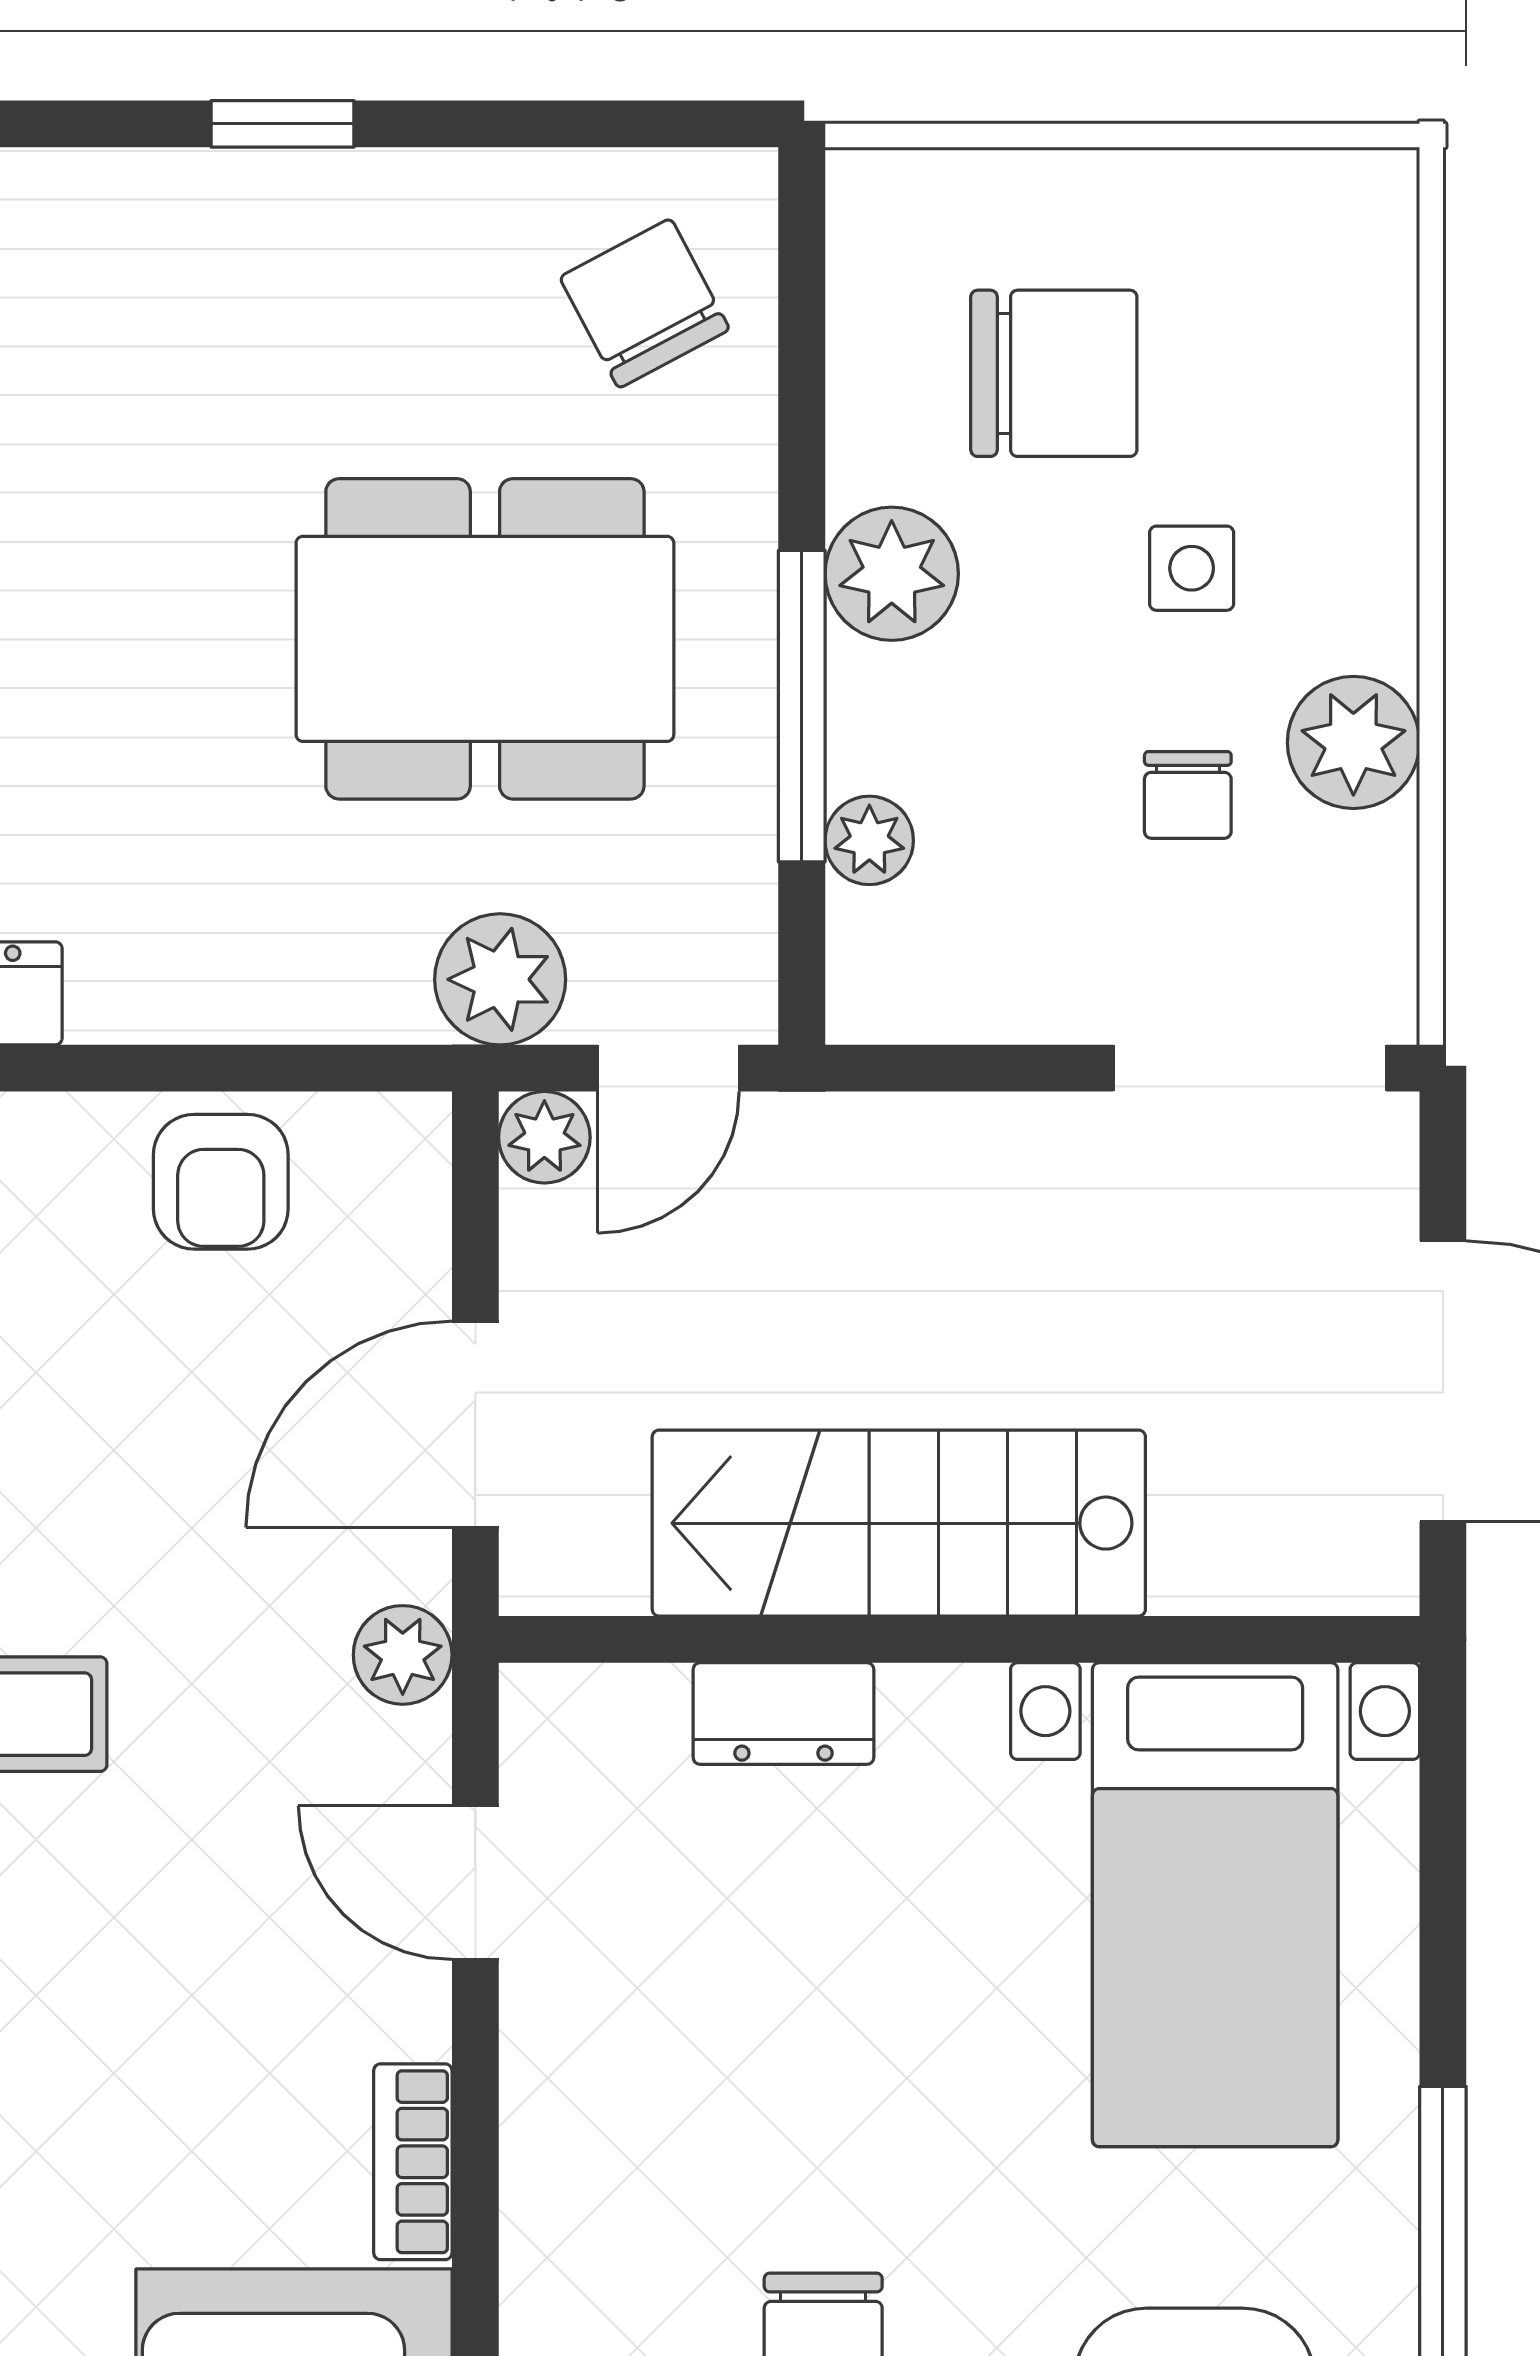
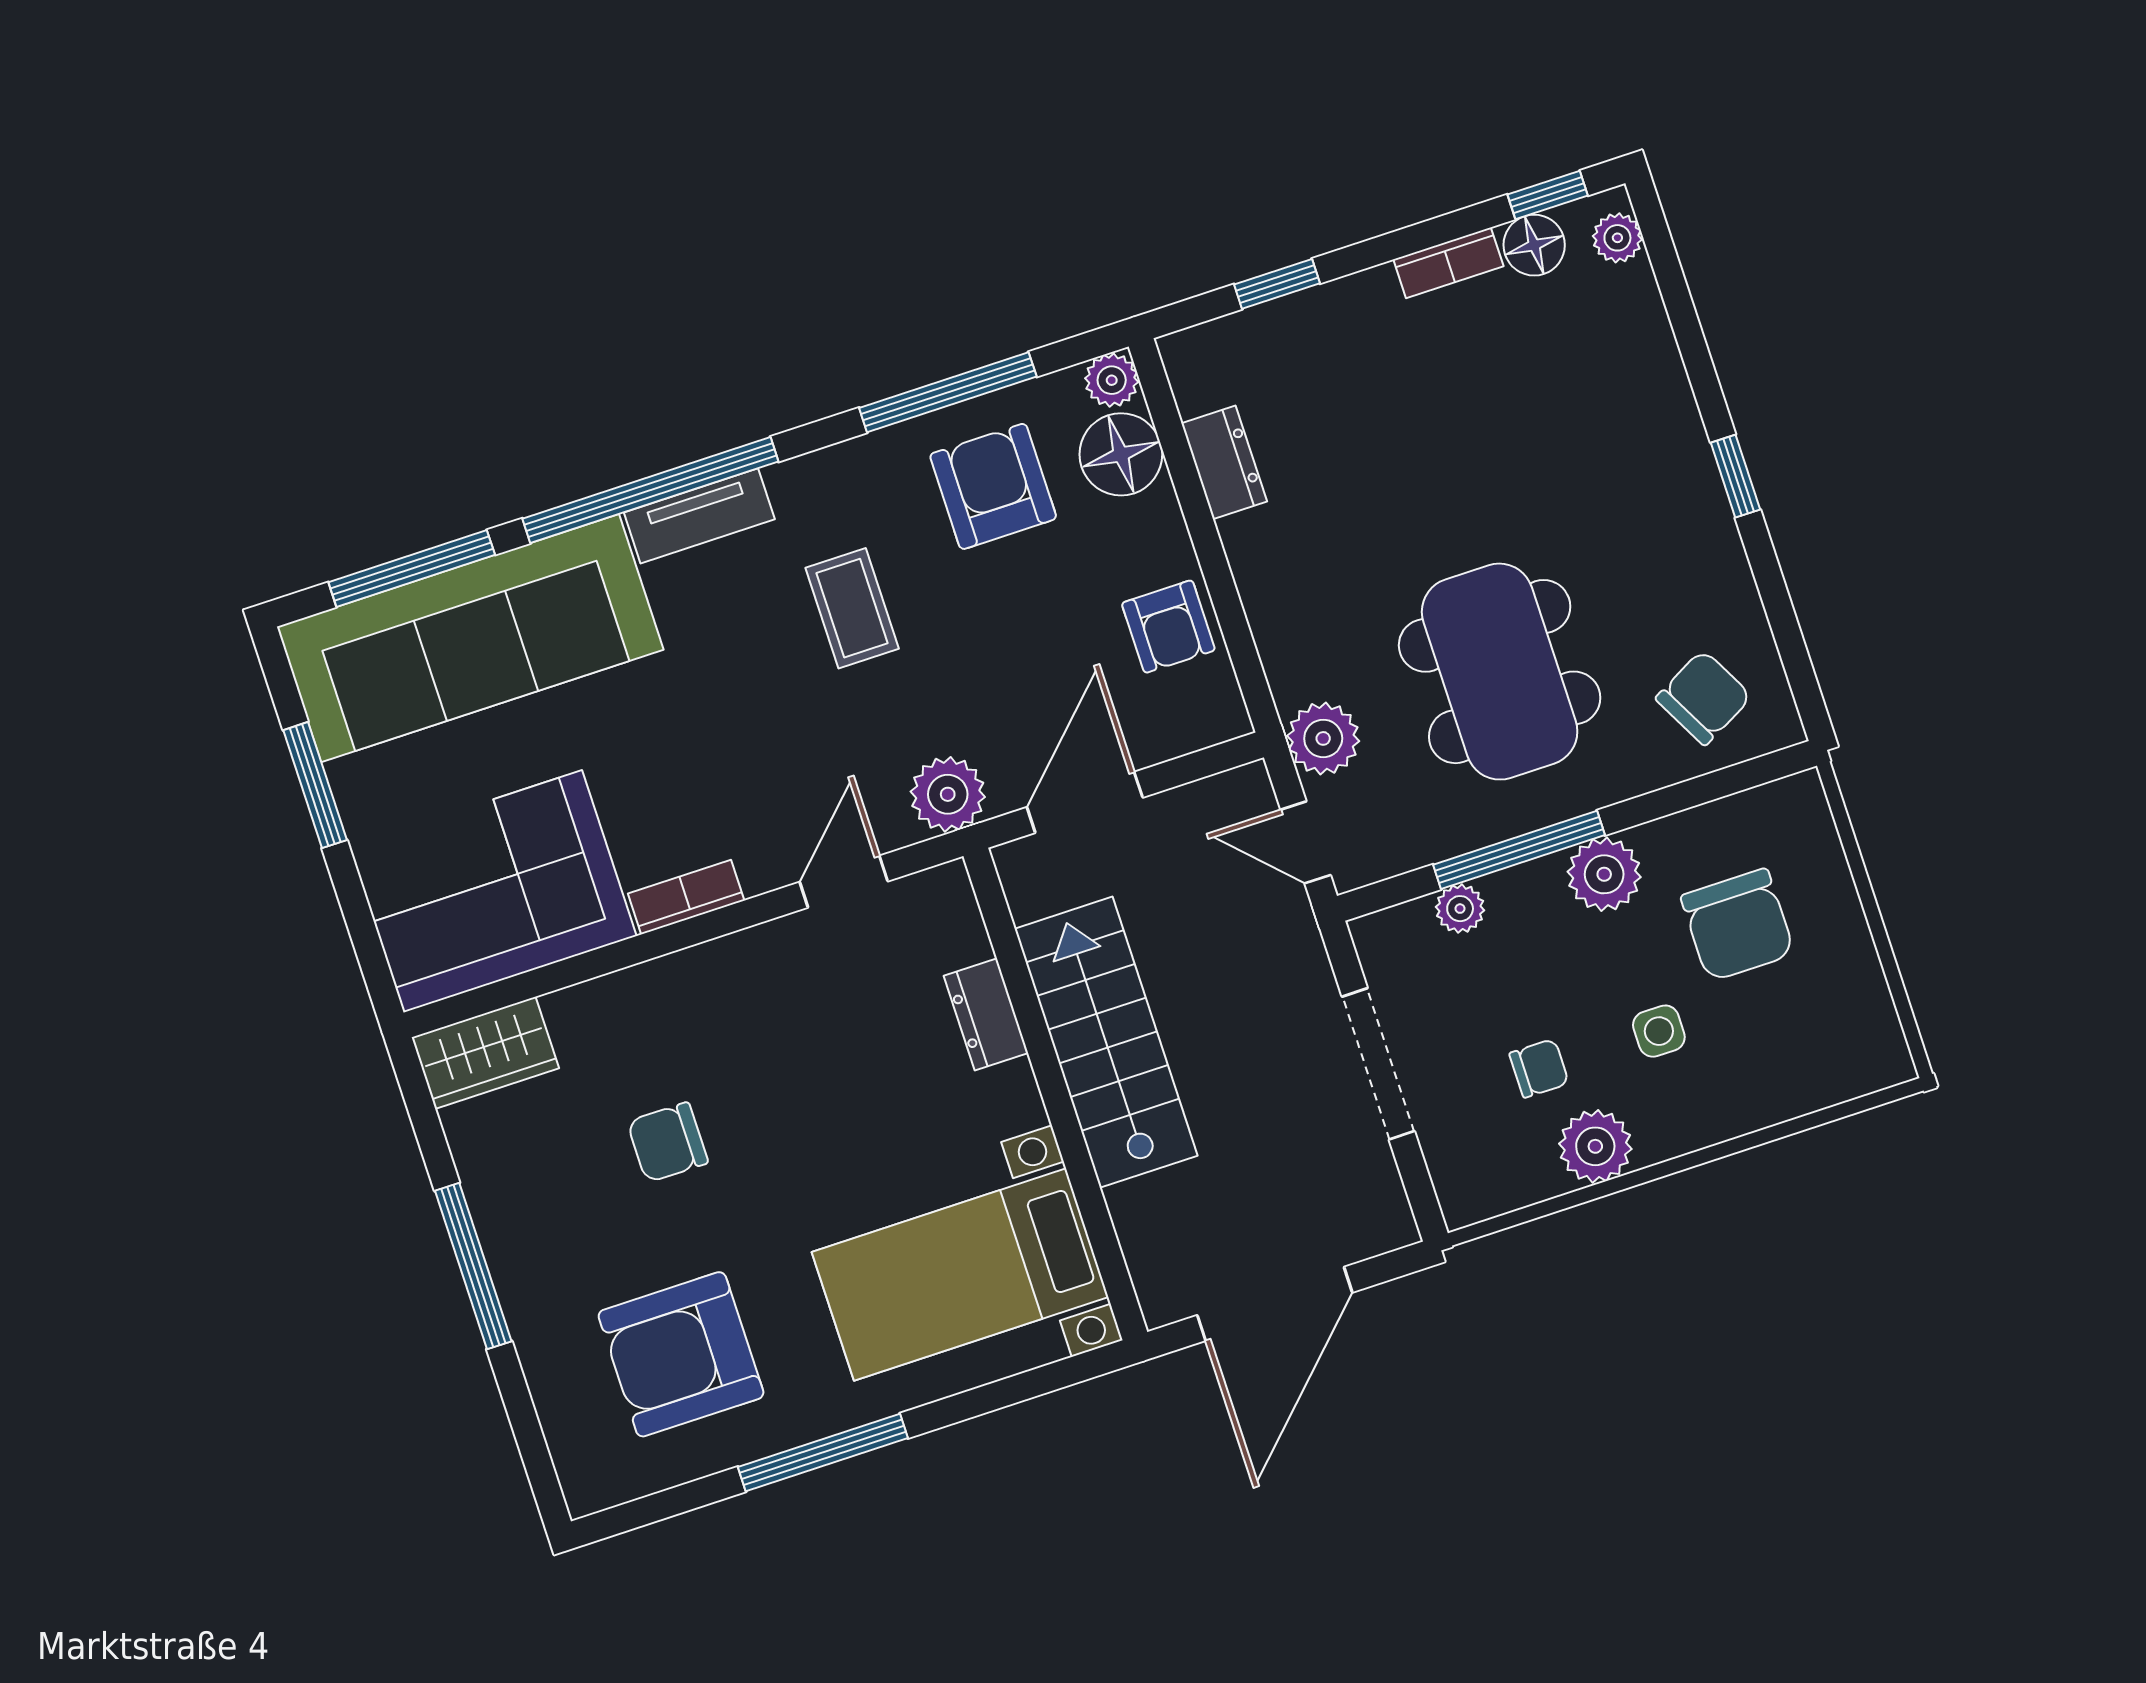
chair: (1188, 795) -> (1539, 1068), turned 180
doorway: (1250, 1068) -> (1378, 1064), moved
plant: (544, 1137) -> (1248, 789), removed
armchair: (221, 1182) -> (1168, 627), turned -90
door: (475, 1424) -> (1085, 802), hinge flipped
plant: (403, 1655) -> (948, 794), width x1.38, depth x1.38

